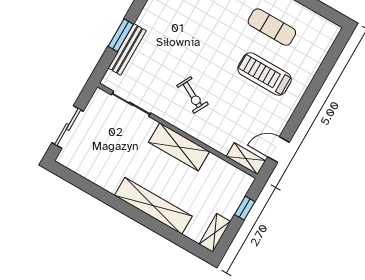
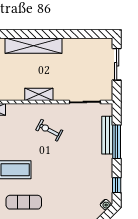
window: (121, 35) -> (117, 142), width x1.44
shelving: (179, 147) -> (39, 94), width x0.67, depth x0.75

